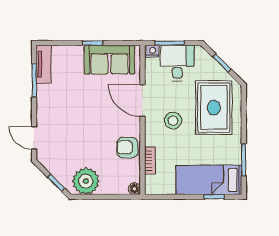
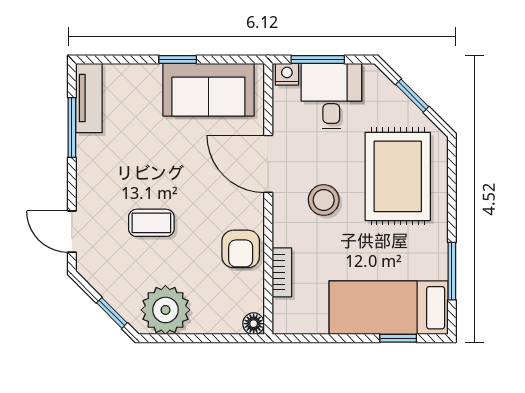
coffee table: (78, 133) -> (151, 223), added
armchair: (127, 148) -> (241, 249), turned -90

